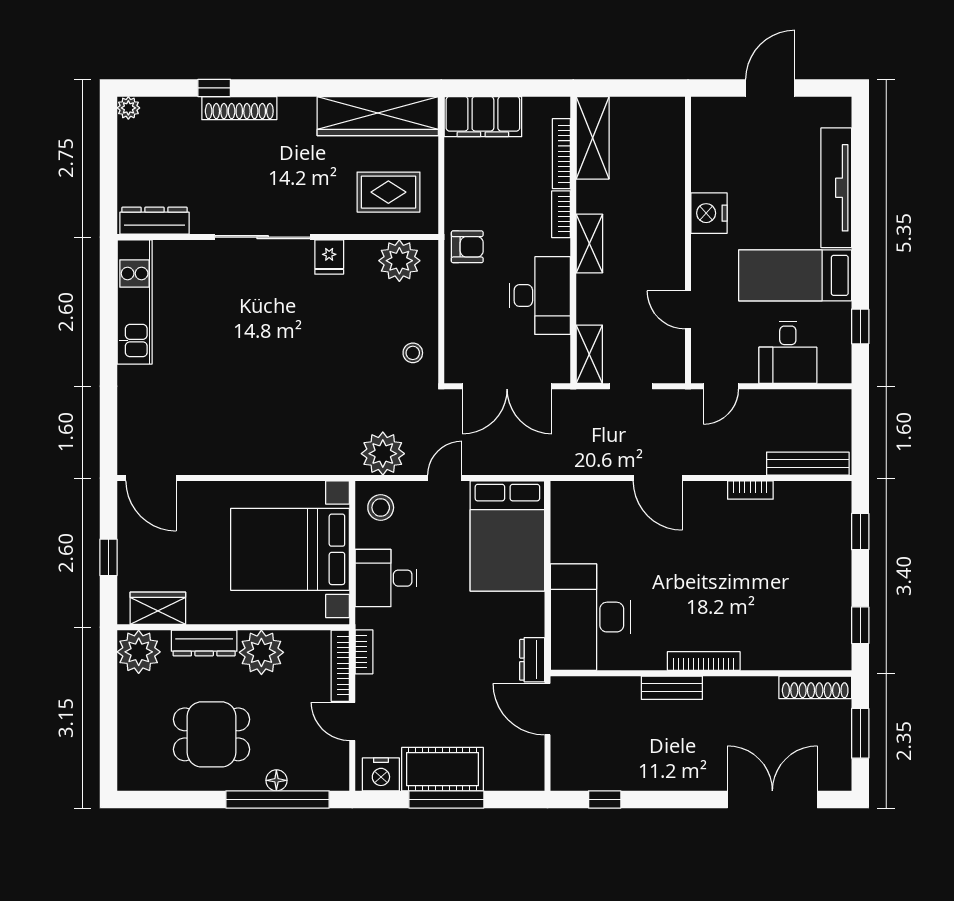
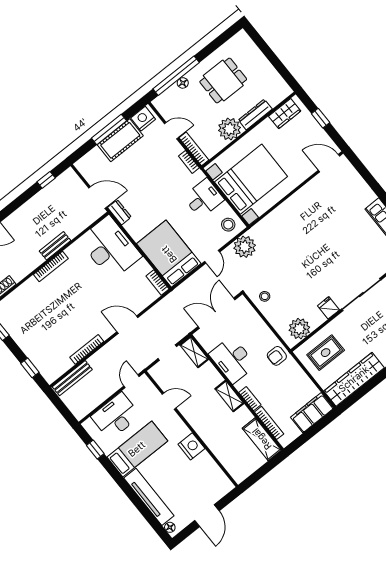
floor lamp: (841, 115) -> (170, 527), added
desk: (788, 352) -> (116, 416), width x1.37
bookcase: (750, 490) -> (87, 349), width x1.56
bookcase: (560, 506) -> (157, 283), added
plant: (139, 652) -> (278, 90), removed

